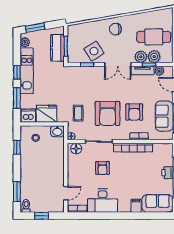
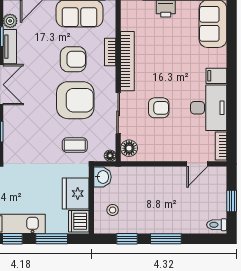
window: (17, 192) -> (166, 239), moved
door: (66, 193) -> (197, 164), swing flipped
filing cabinet: (136, 206) -> (216, 76), moved

